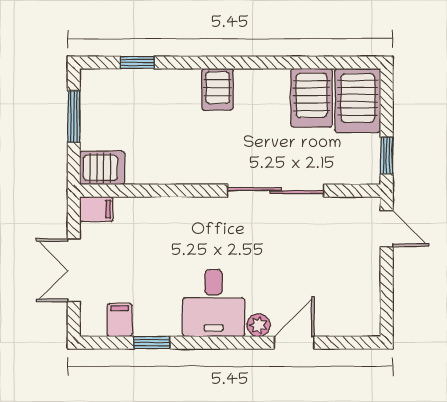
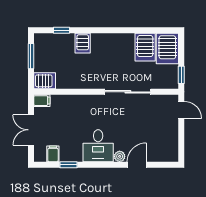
server rack: (218, 89) -> (83, 43), moved

